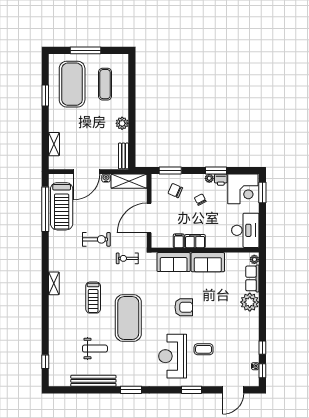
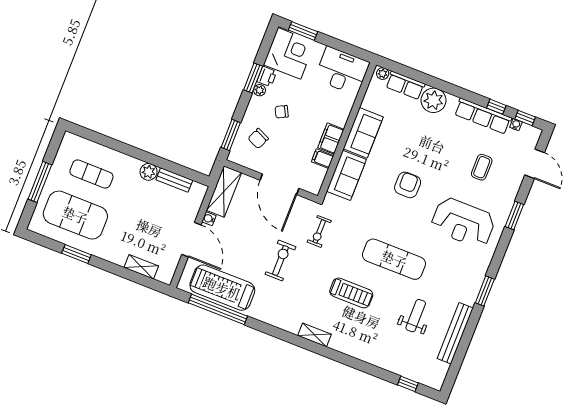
bench: (123, 156) -> (174, 180), moved
treadmill: (62, 206) -> (222, 288), turned 180
exercise mat: (128, 318) -> (394, 259), width x0.68
row of seats: (252, 341) -> (483, 116), added
coffee table: (204, 349) -> (482, 167), moved

